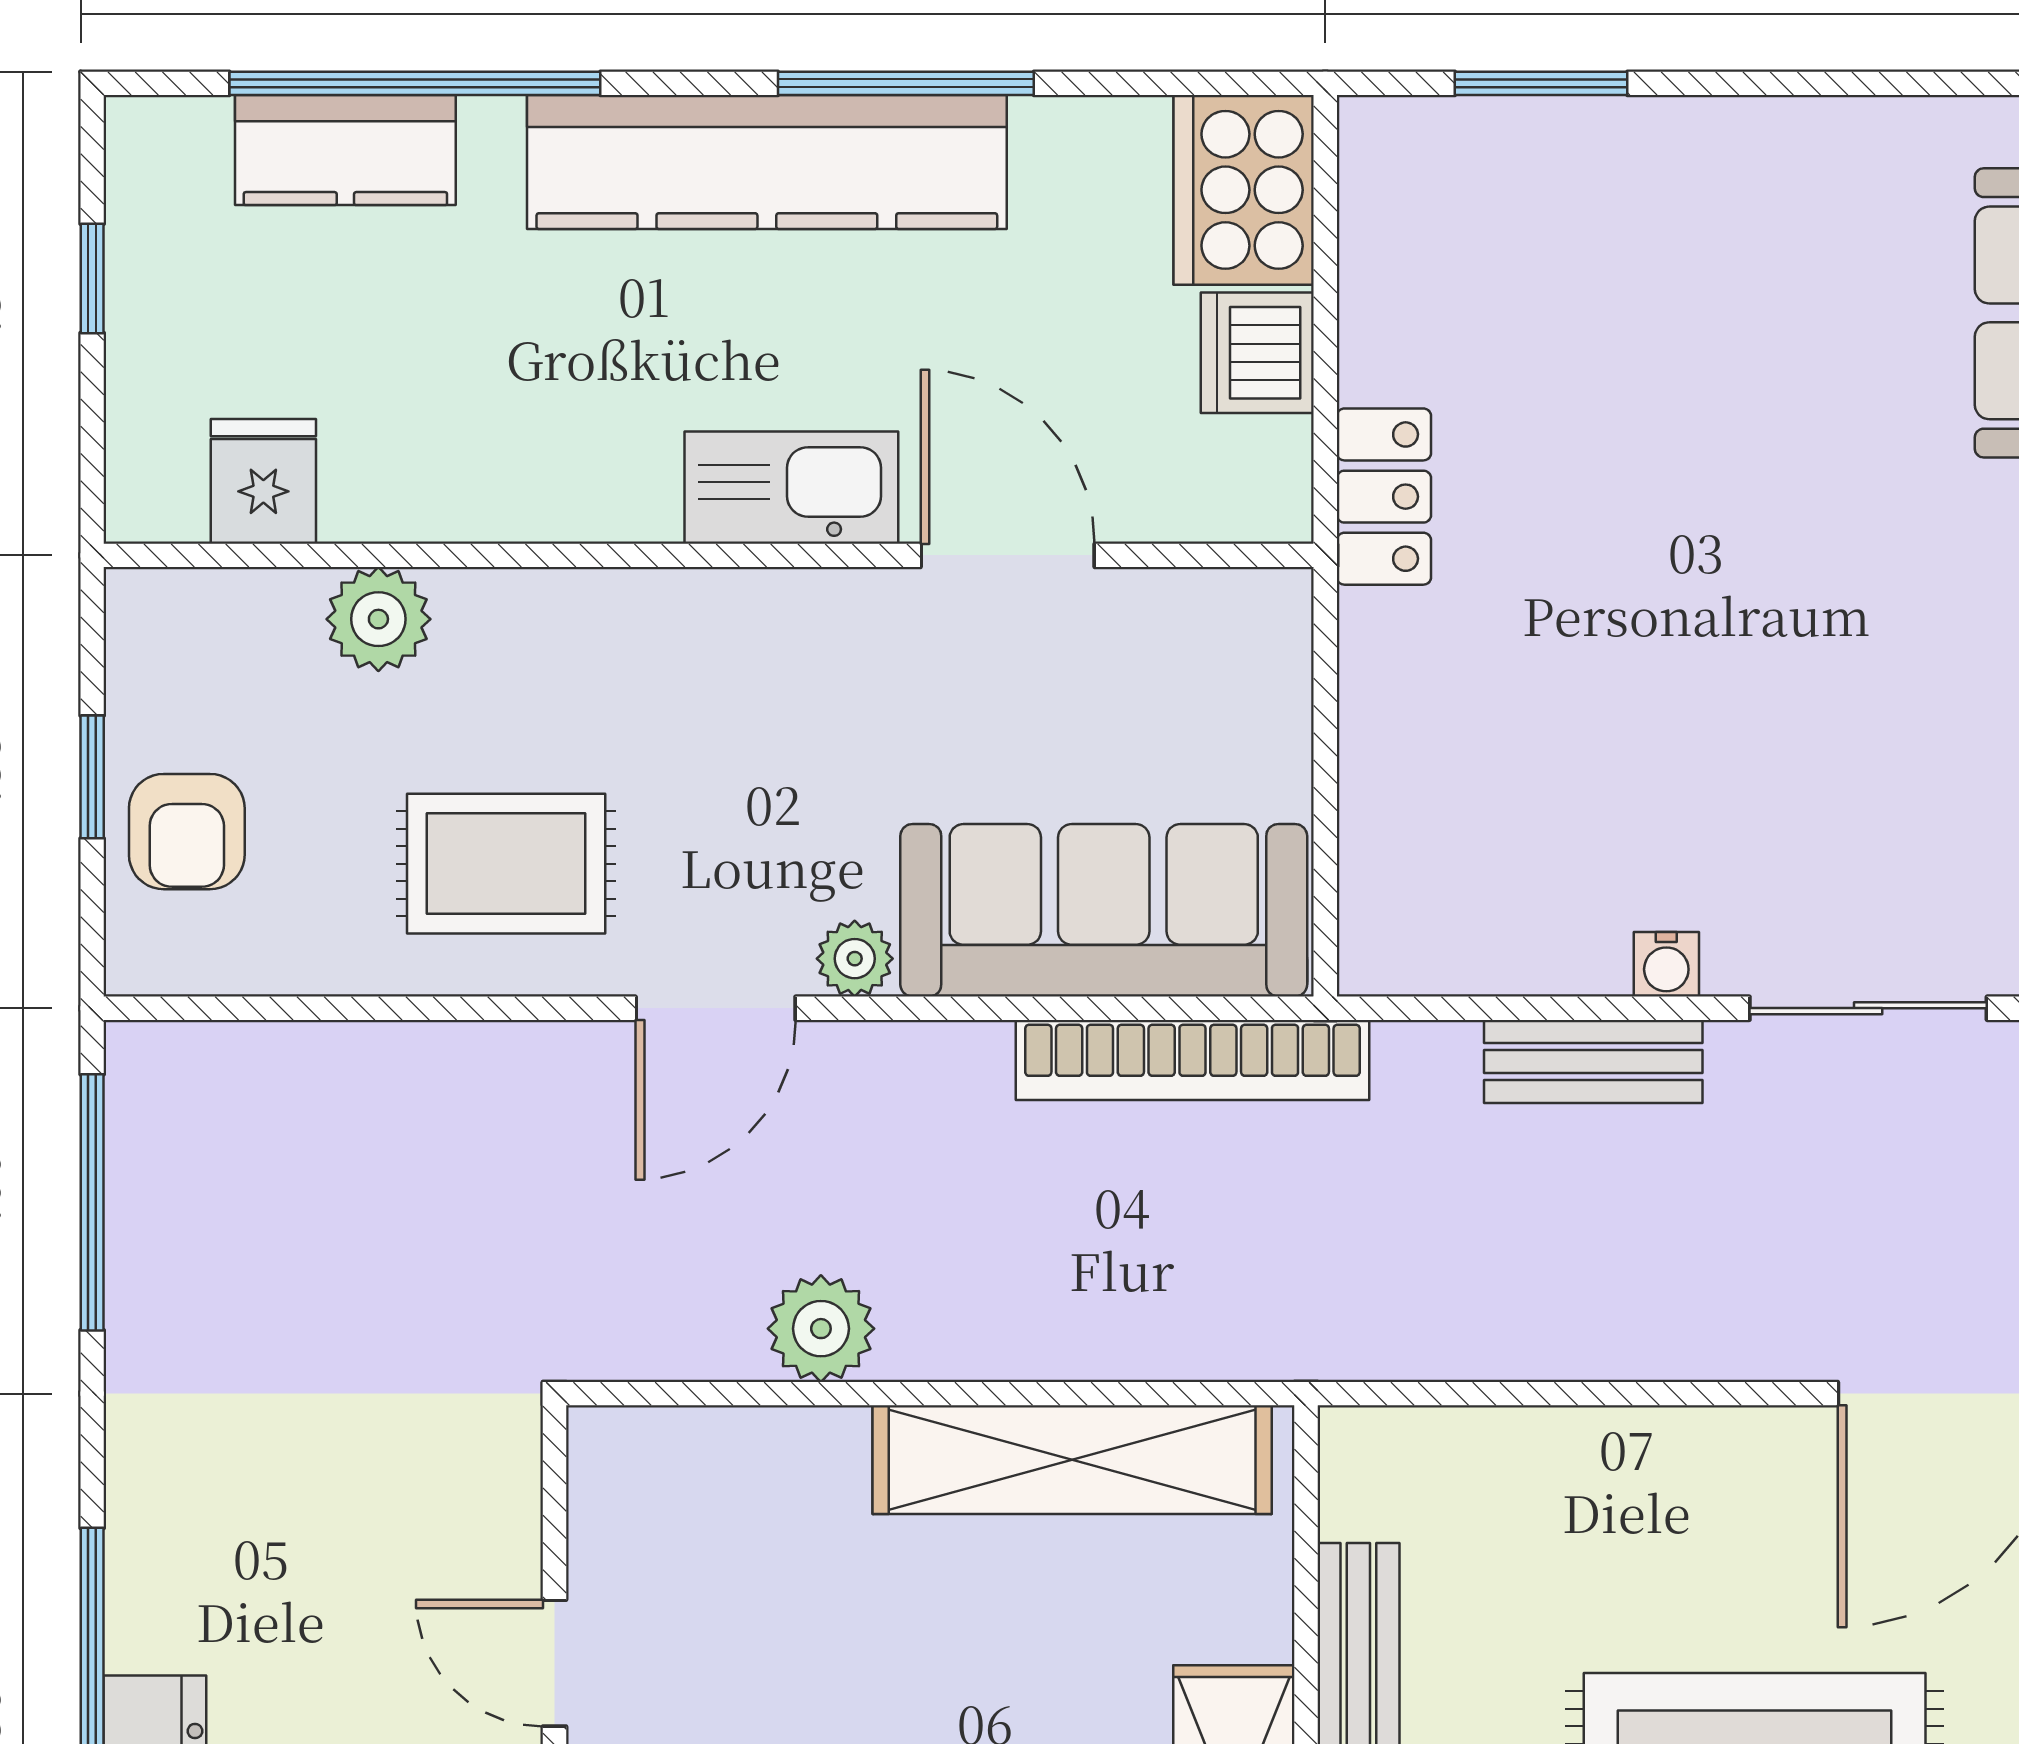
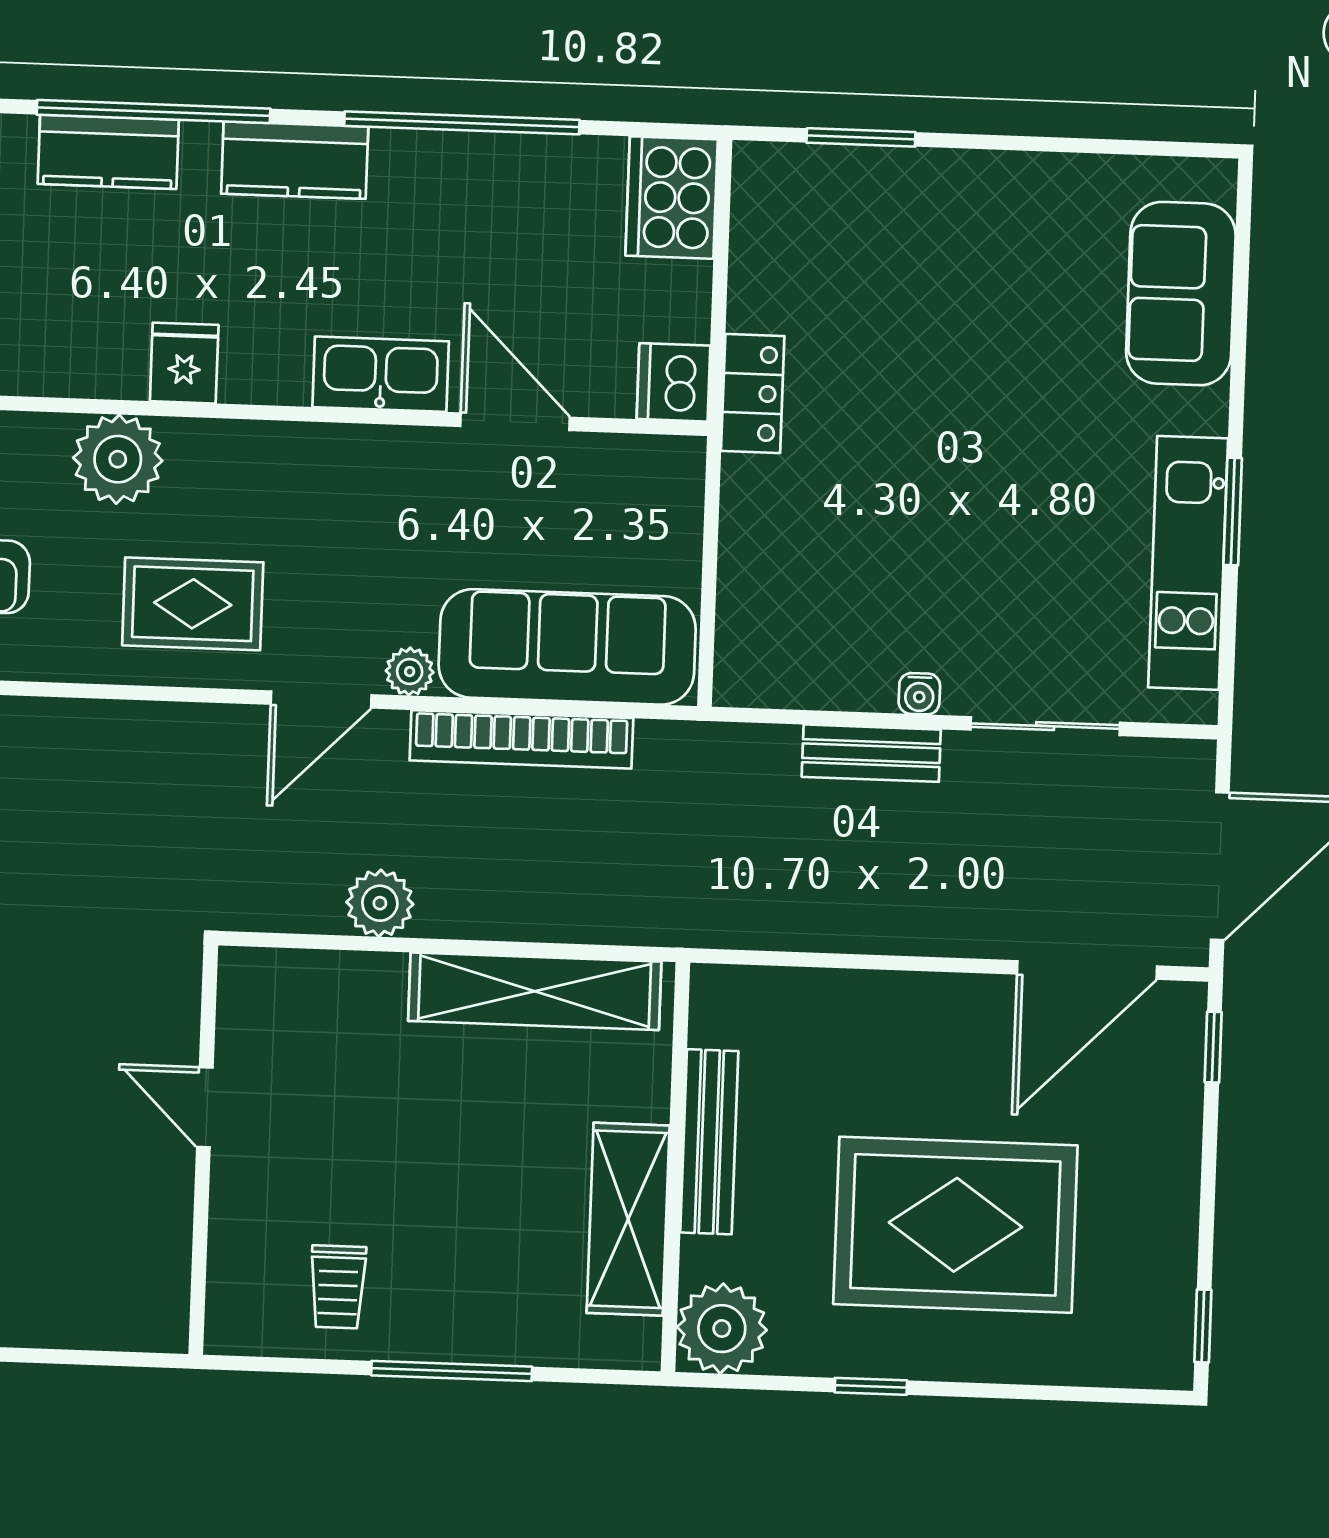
window: (906, 83) -> (462, 123), width x1.46
kitchen counter: (767, 162) -> (295, 160), width x0.48, depth x0.86
dishwasher: (1257, 353) -> (673, 382), moved
fridge: (263, 481) -> (184, 363), moved
plant: (378, 619) -> (118, 459), width x1.36, depth x1.36
bookcase: (1192, 1060) -> (521, 739), moved

